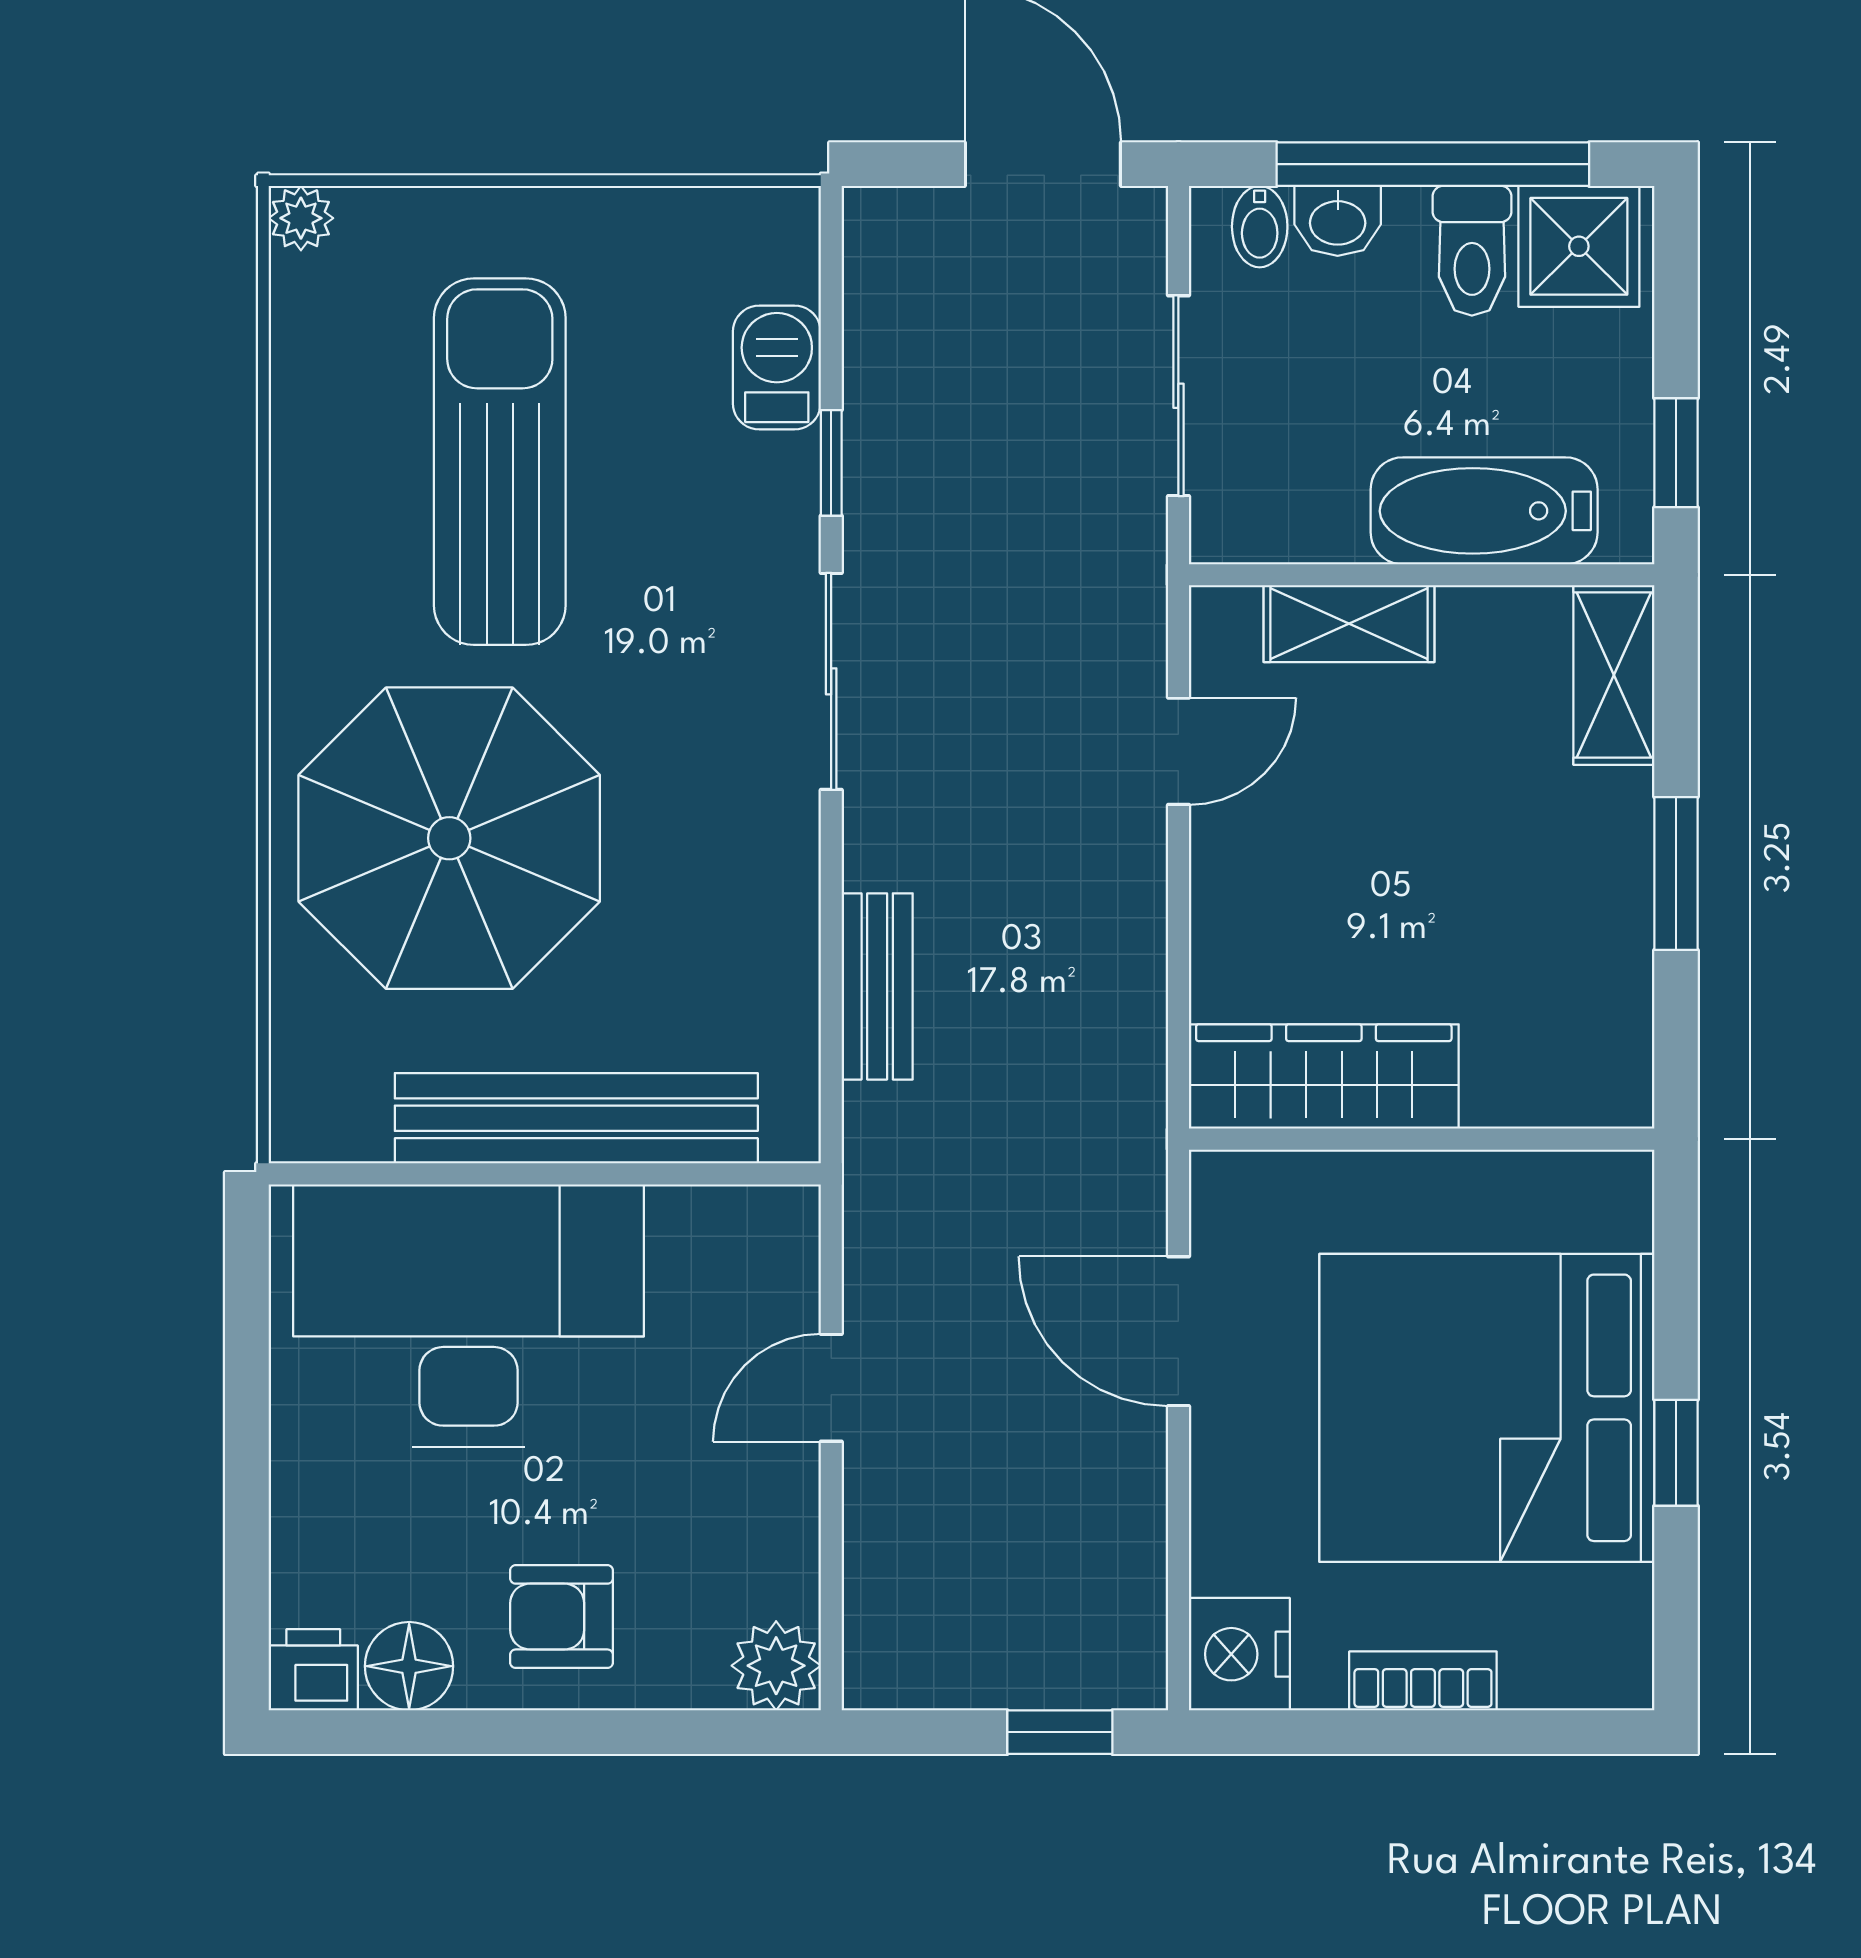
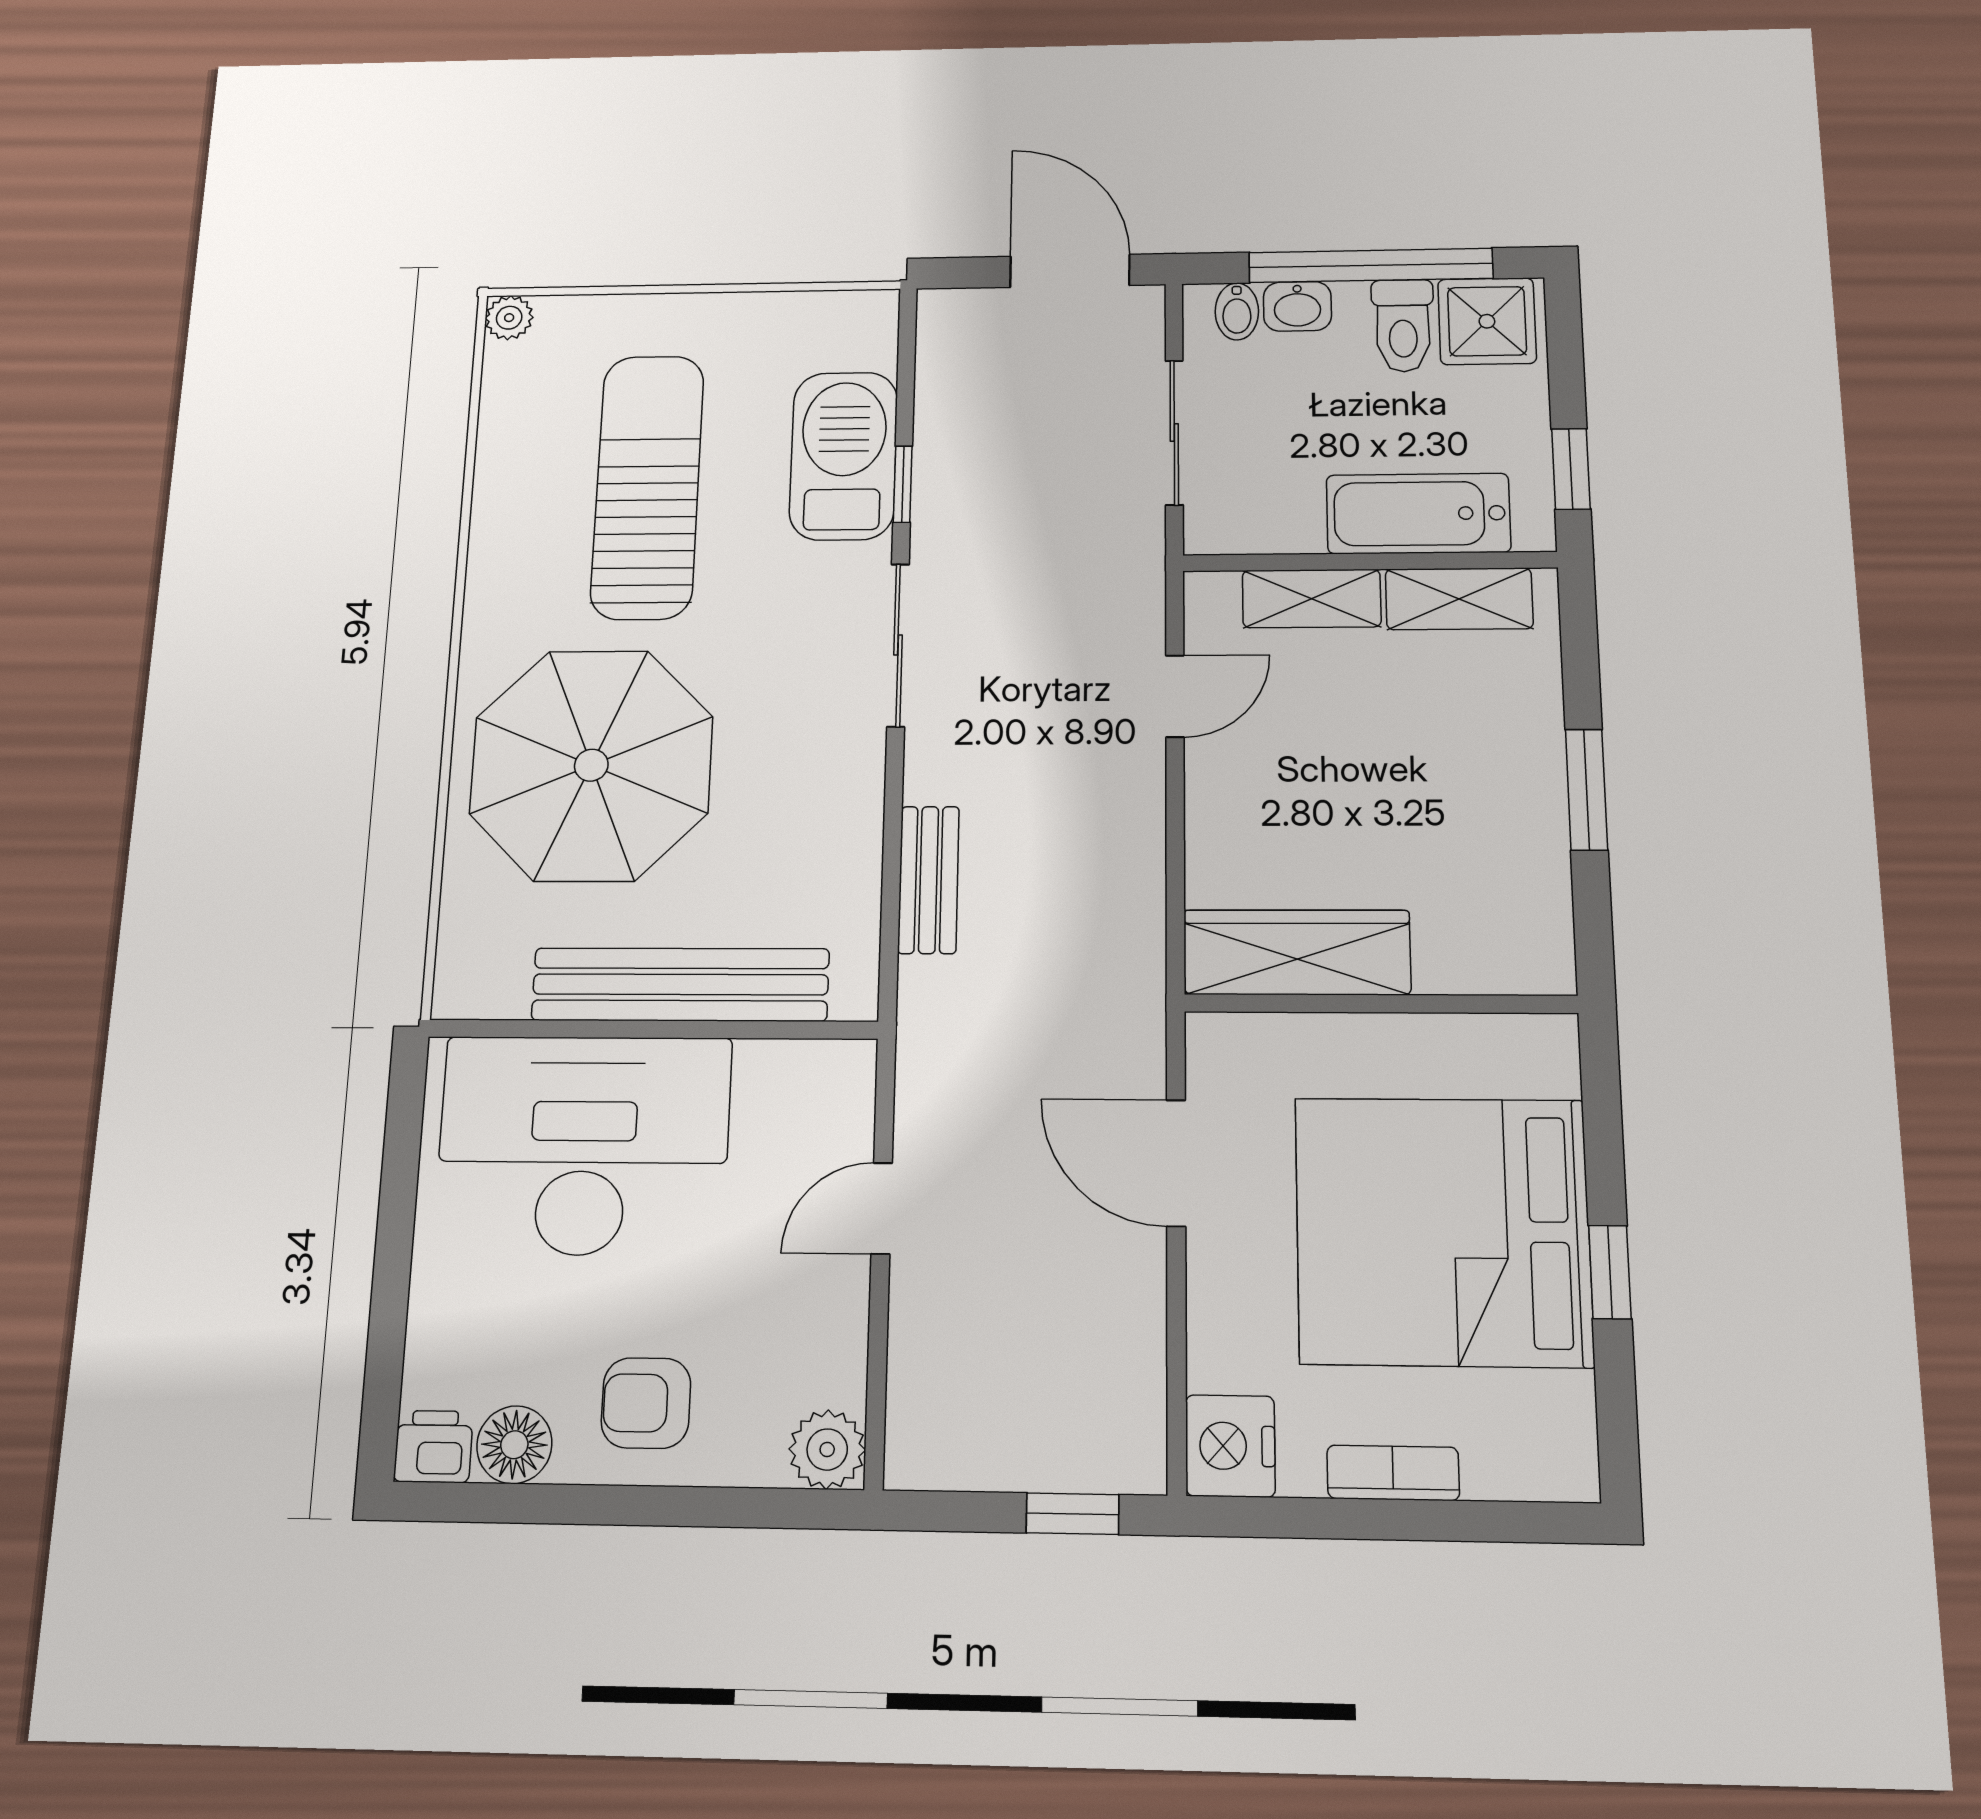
barbecue: (777, 368) -> (844, 456), width x1.88, depth x1.53
shelving: (1614, 675) -> (1459, 599), moved, turned 90

